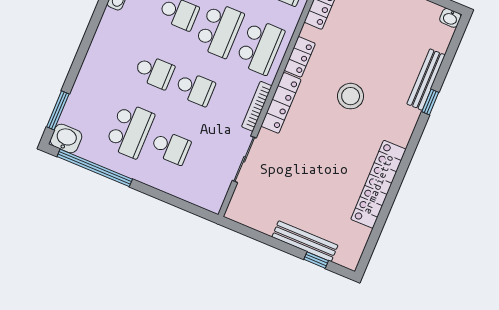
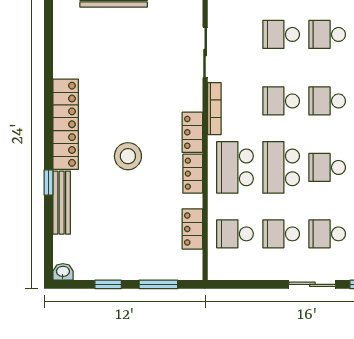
locker: (281, 103) -> (192, 132), width x0.66
school desk: (130, 130) -> (327, 34), width x0.54
locker: (378, 184) -> (66, 124), moved

